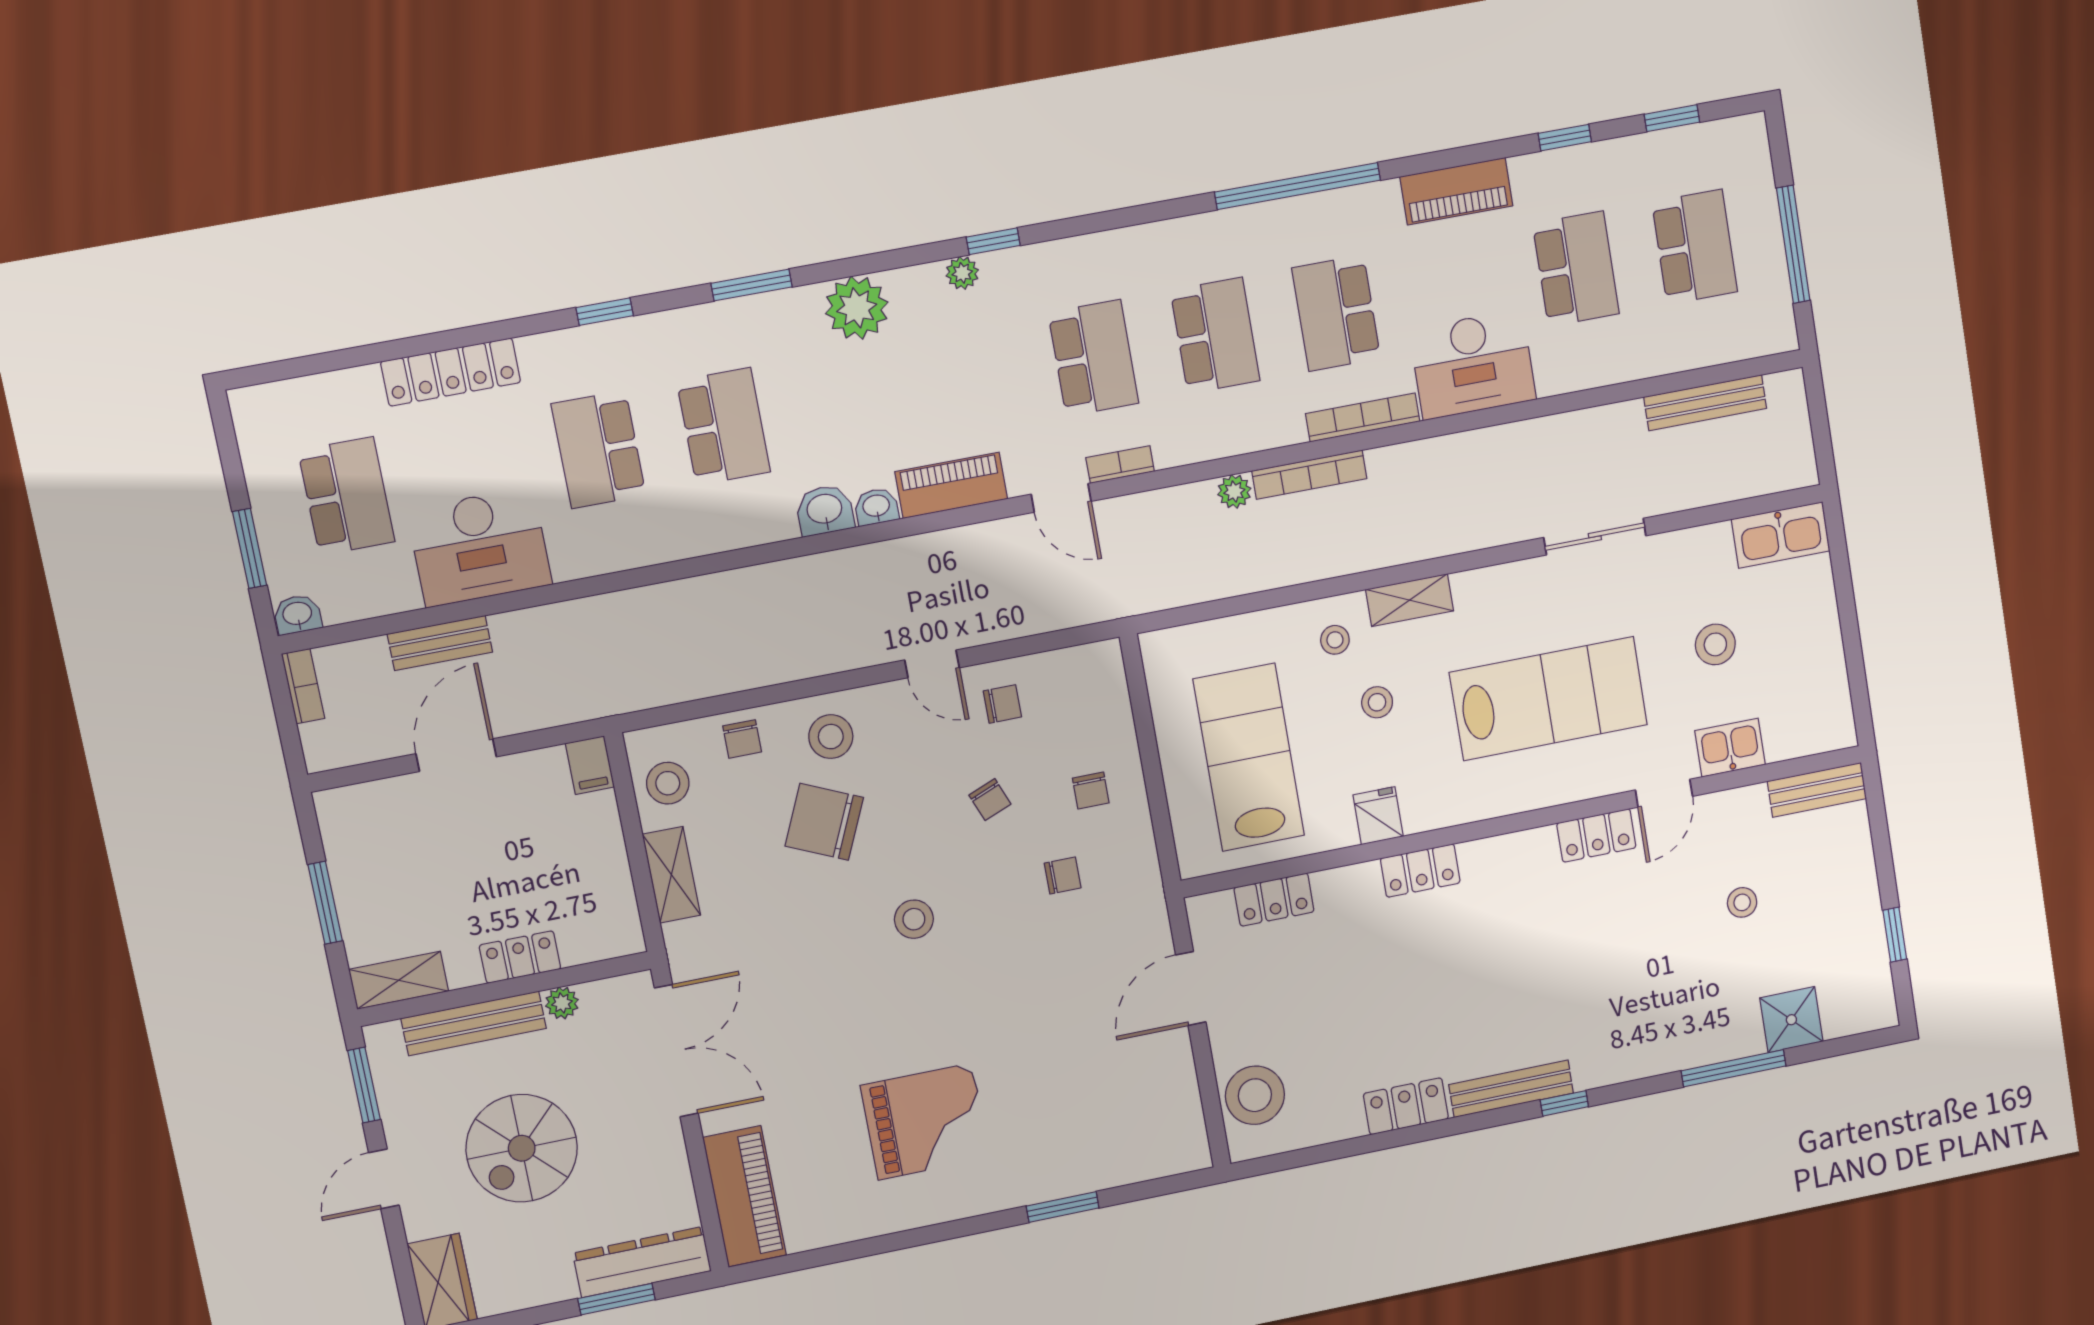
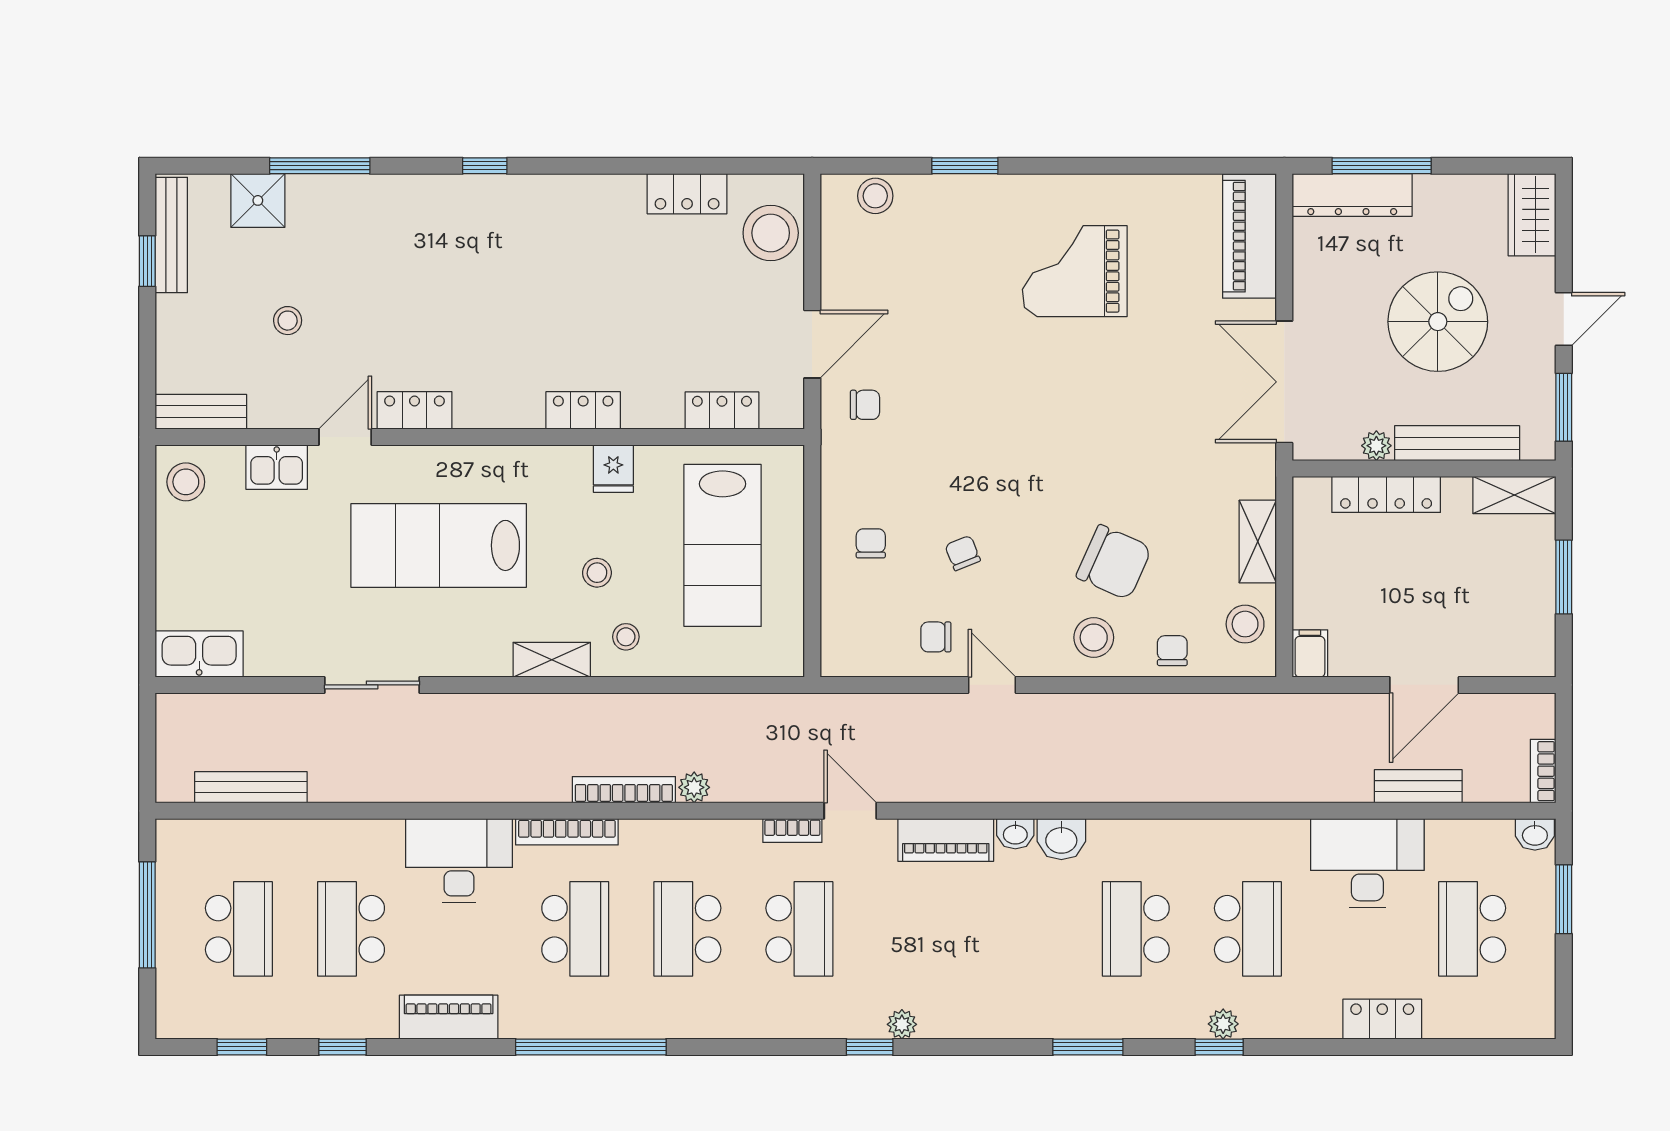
school desk: (1695, 247) -> (239, 929), turned 180
plant: (857, 308) -> (1223, 1024), moved, width x0.53, depth x0.53
school desk: (1093, 358) -> (799, 929), turned 180
locker: (451, 372) -> (1382, 1019), width x0.66
stool: (1715, 644) -> (186, 482), moved
chair: (1063, 875) -> (865, 405), moved, turned 180
stool: (914, 919) -> (875, 196), moved
locker: (520, 957) -> (1386, 494), width x1.53
bench: (1511, 1089) -> (171, 235), moved, turned 90
locker: (1406, 1106) -> (687, 194), moved
window: (616, 1299) -> (1382, 166), width x1.44

